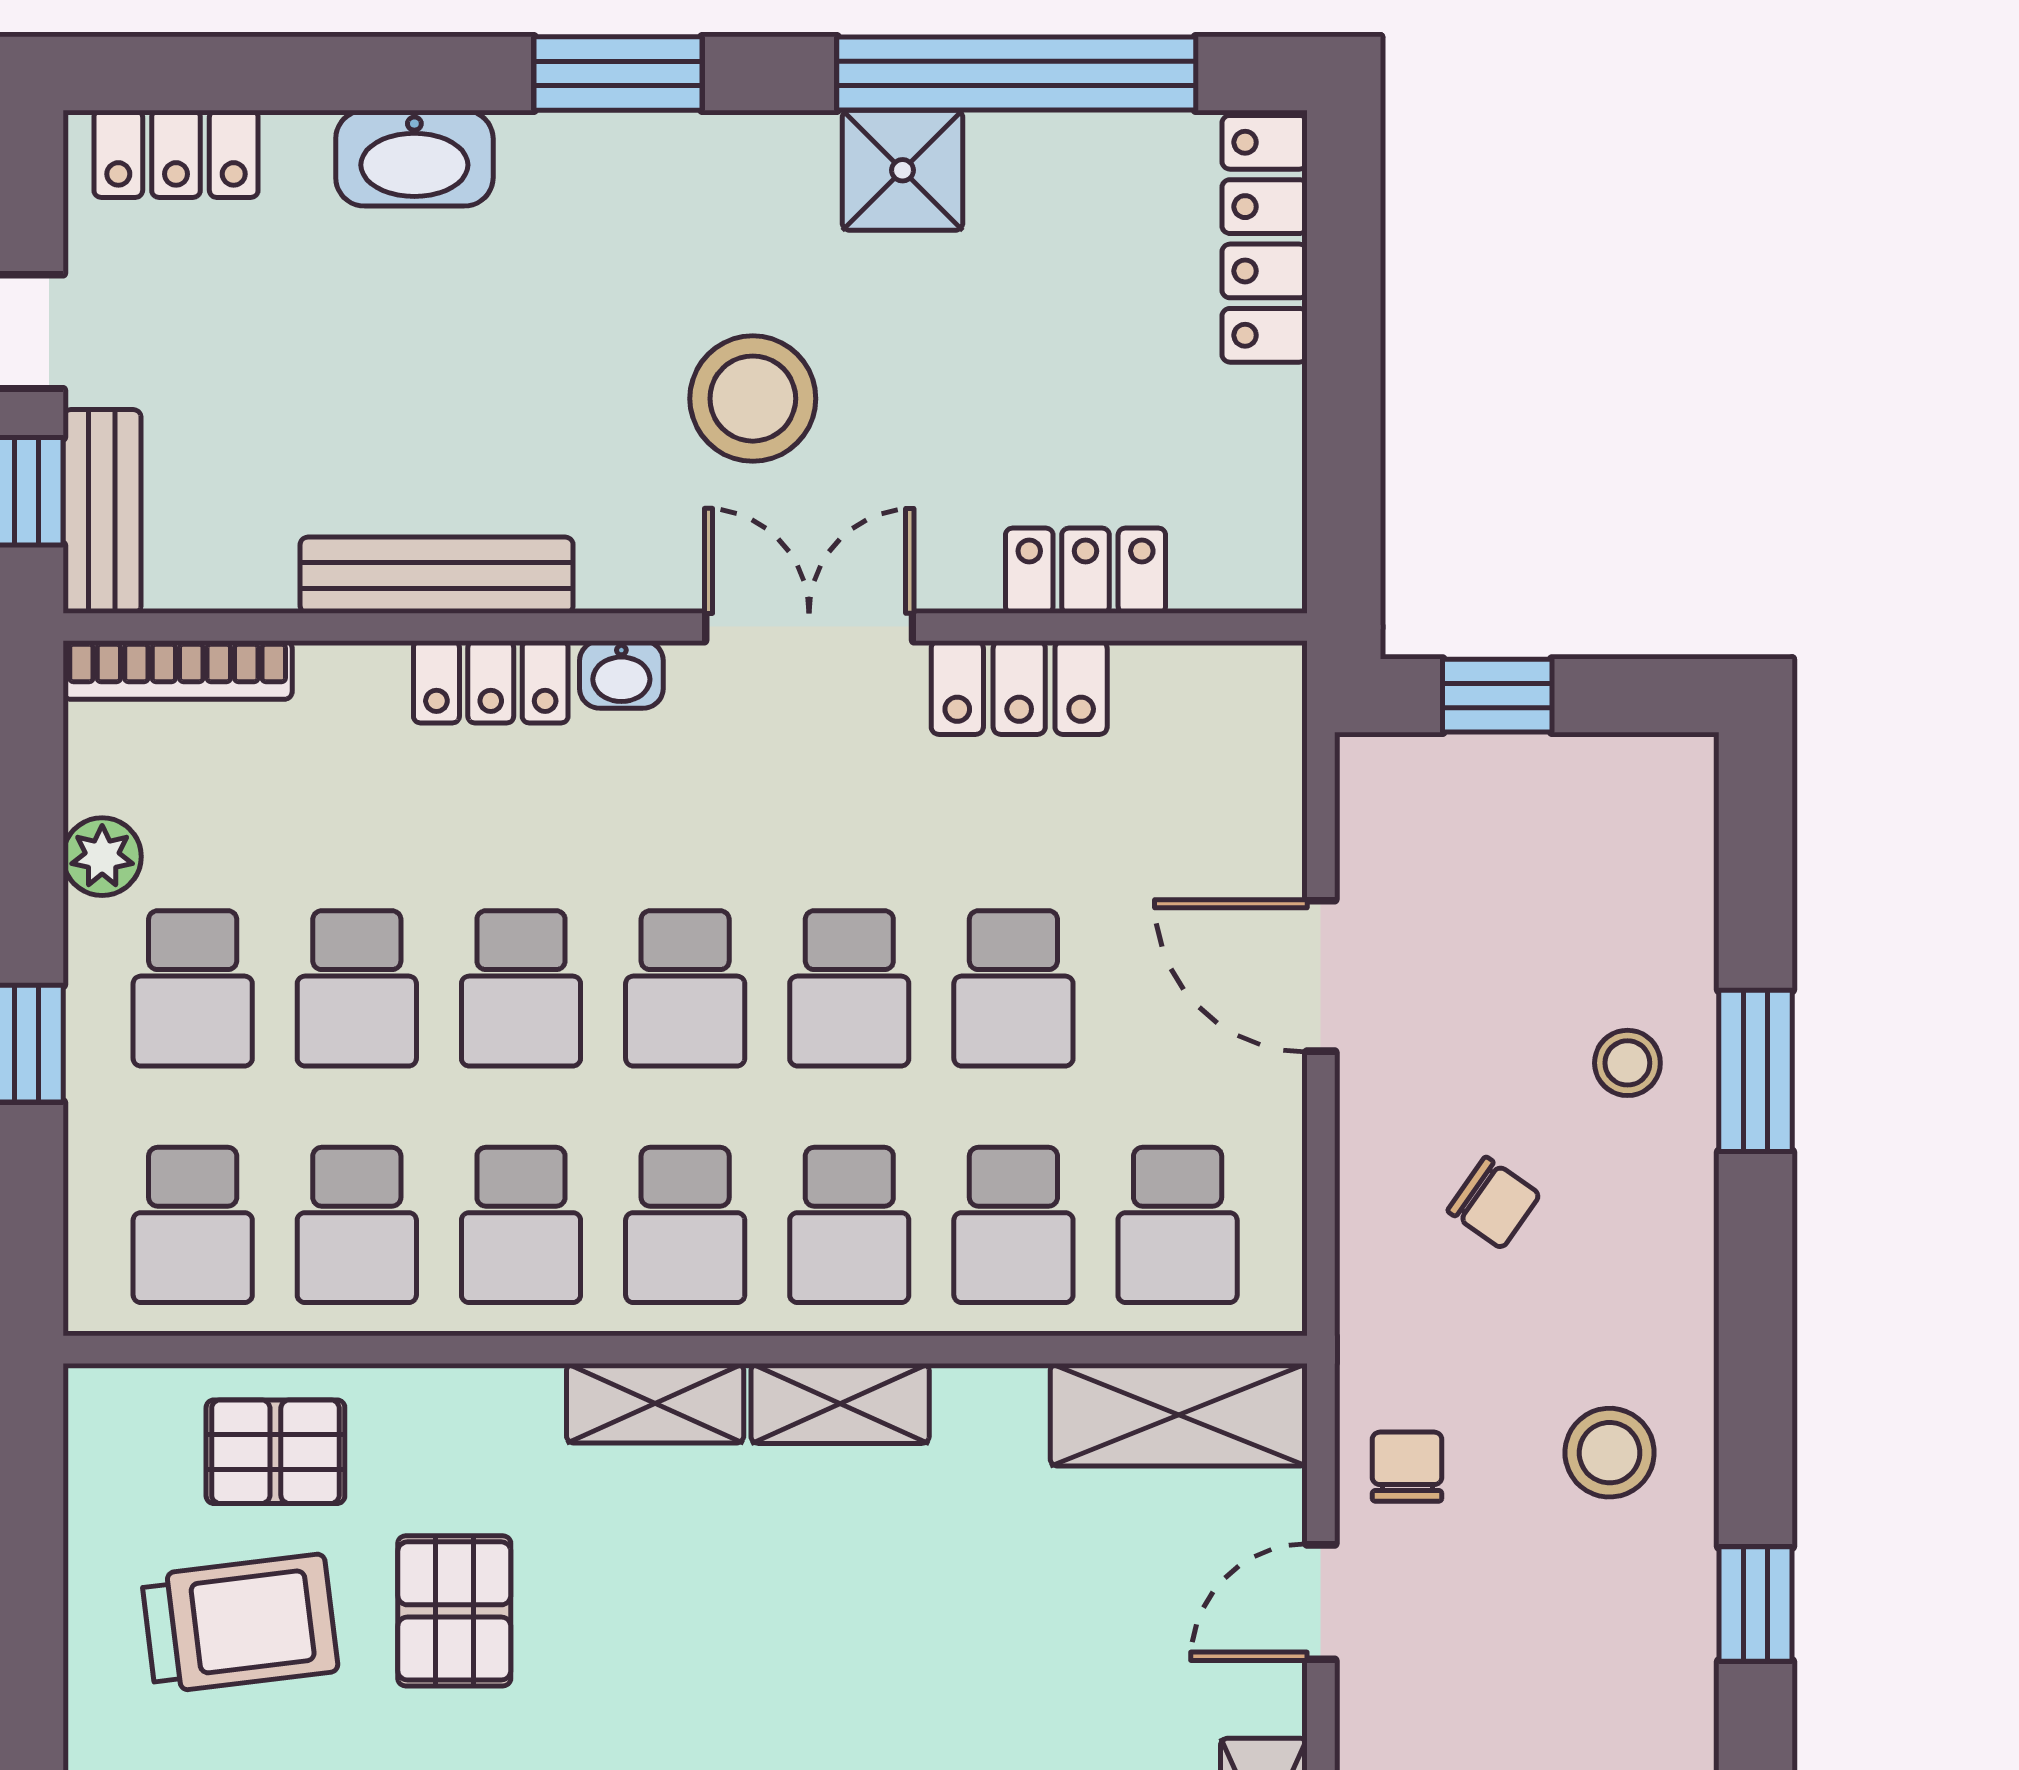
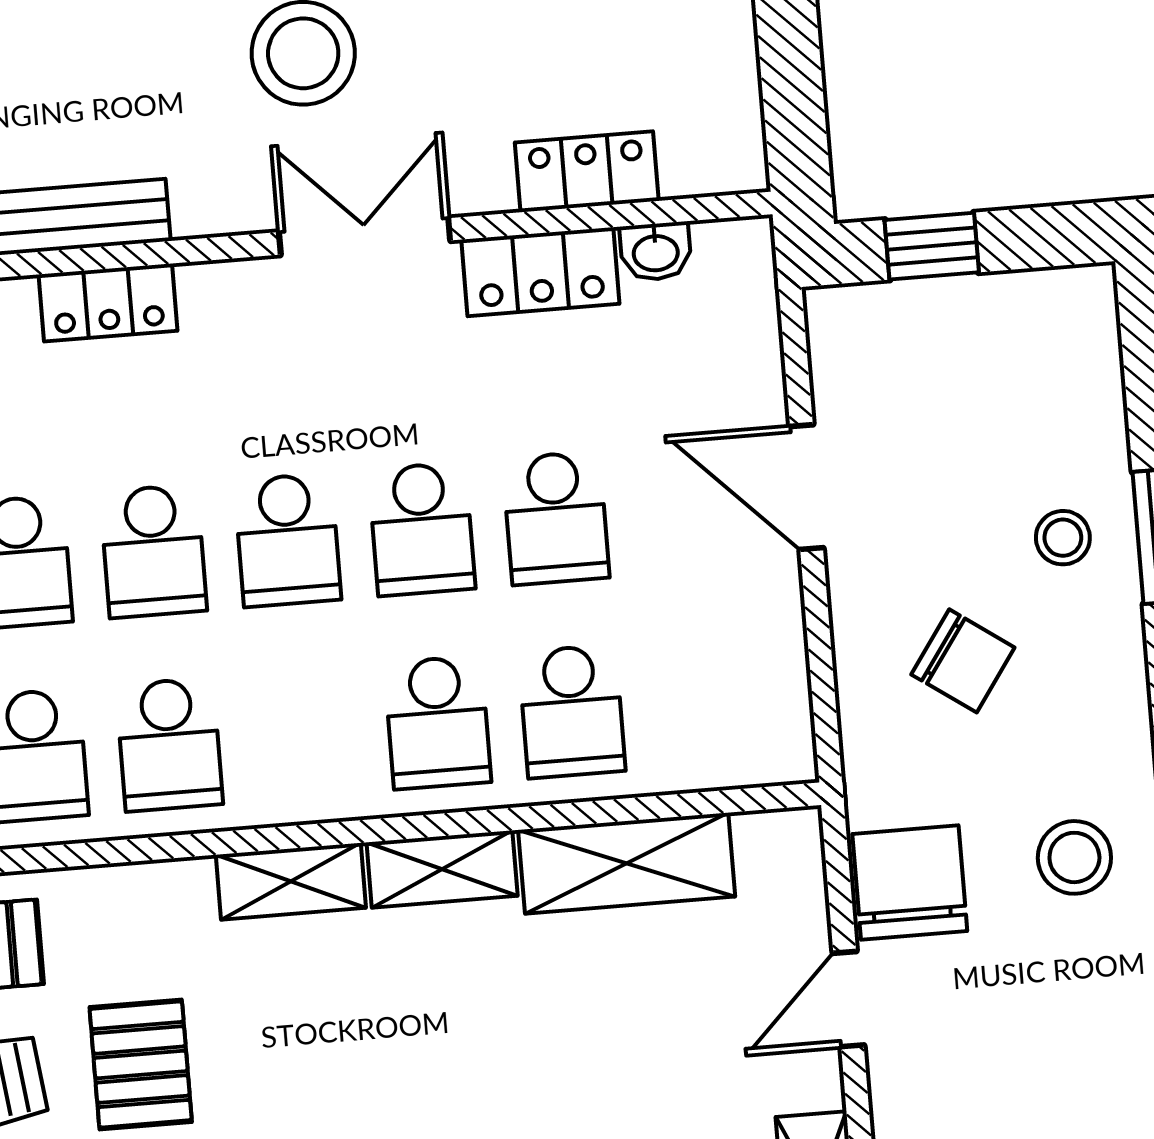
washbasin: (621, 675) -> (656, 252), moved
chair: (1494, 1203) -> (963, 661), width x1.37, depth x1.37
school desk: (685, 1225) -> (303, 733), removed
school desk: (1178, 1225) -> (706, 700), removed
shelving: (1179, 1415) -> (627, 863), moved
chair: (1407, 1467) -> (910, 883), width x1.87, depth x1.87

